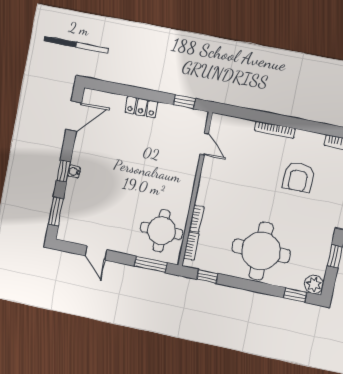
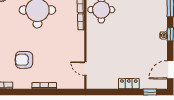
window: (184, 102) -> (150, 92), moved
armchair: (299, 177) -> (24, 60), turned -90

